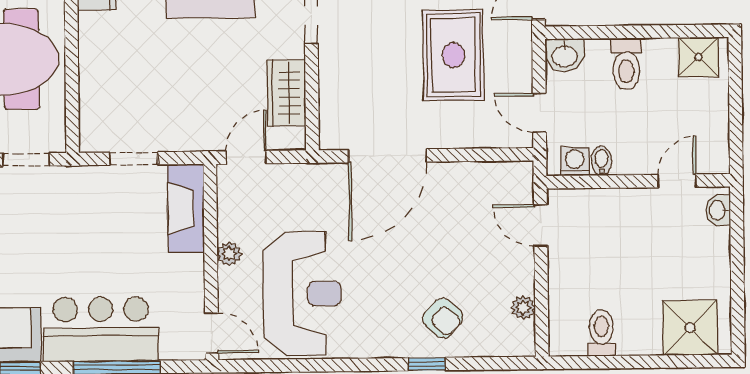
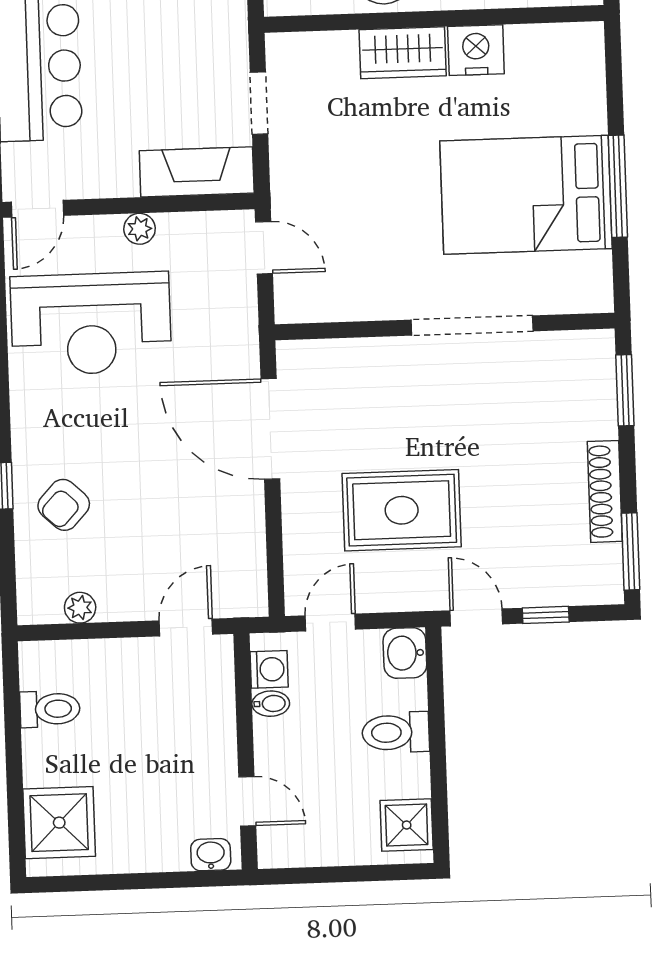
wardrobe: (286, 93) -> (403, 53), moved, turned 180

